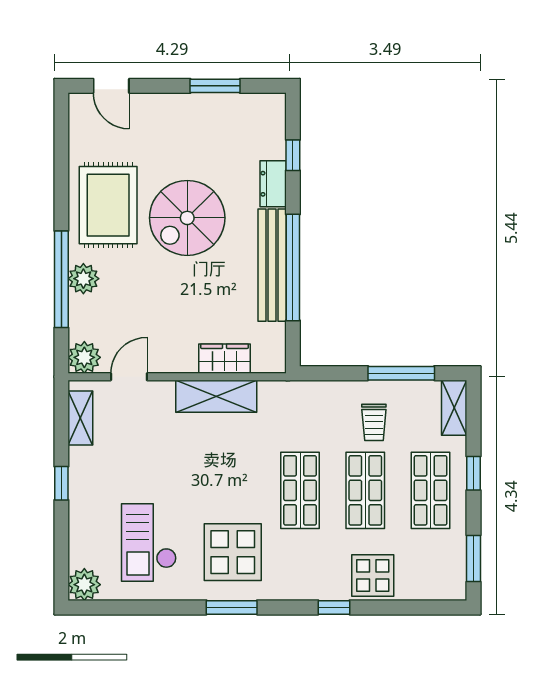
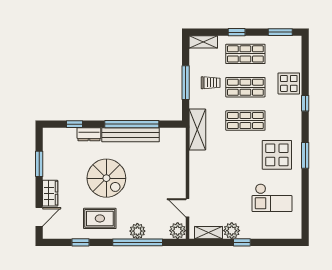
window: (61, 167) -> (81, 242), added
rug: (108, 205) -> (100, 218), width x0.73, depth x0.70
wardrobe: (225, 359) -> (50, 193), moved, turned 180
window: (401, 373) -> (186, 83), moved
shelving: (216, 396) -> (197, 130), moved
plant: (84, 585) -> (232, 231), moved

